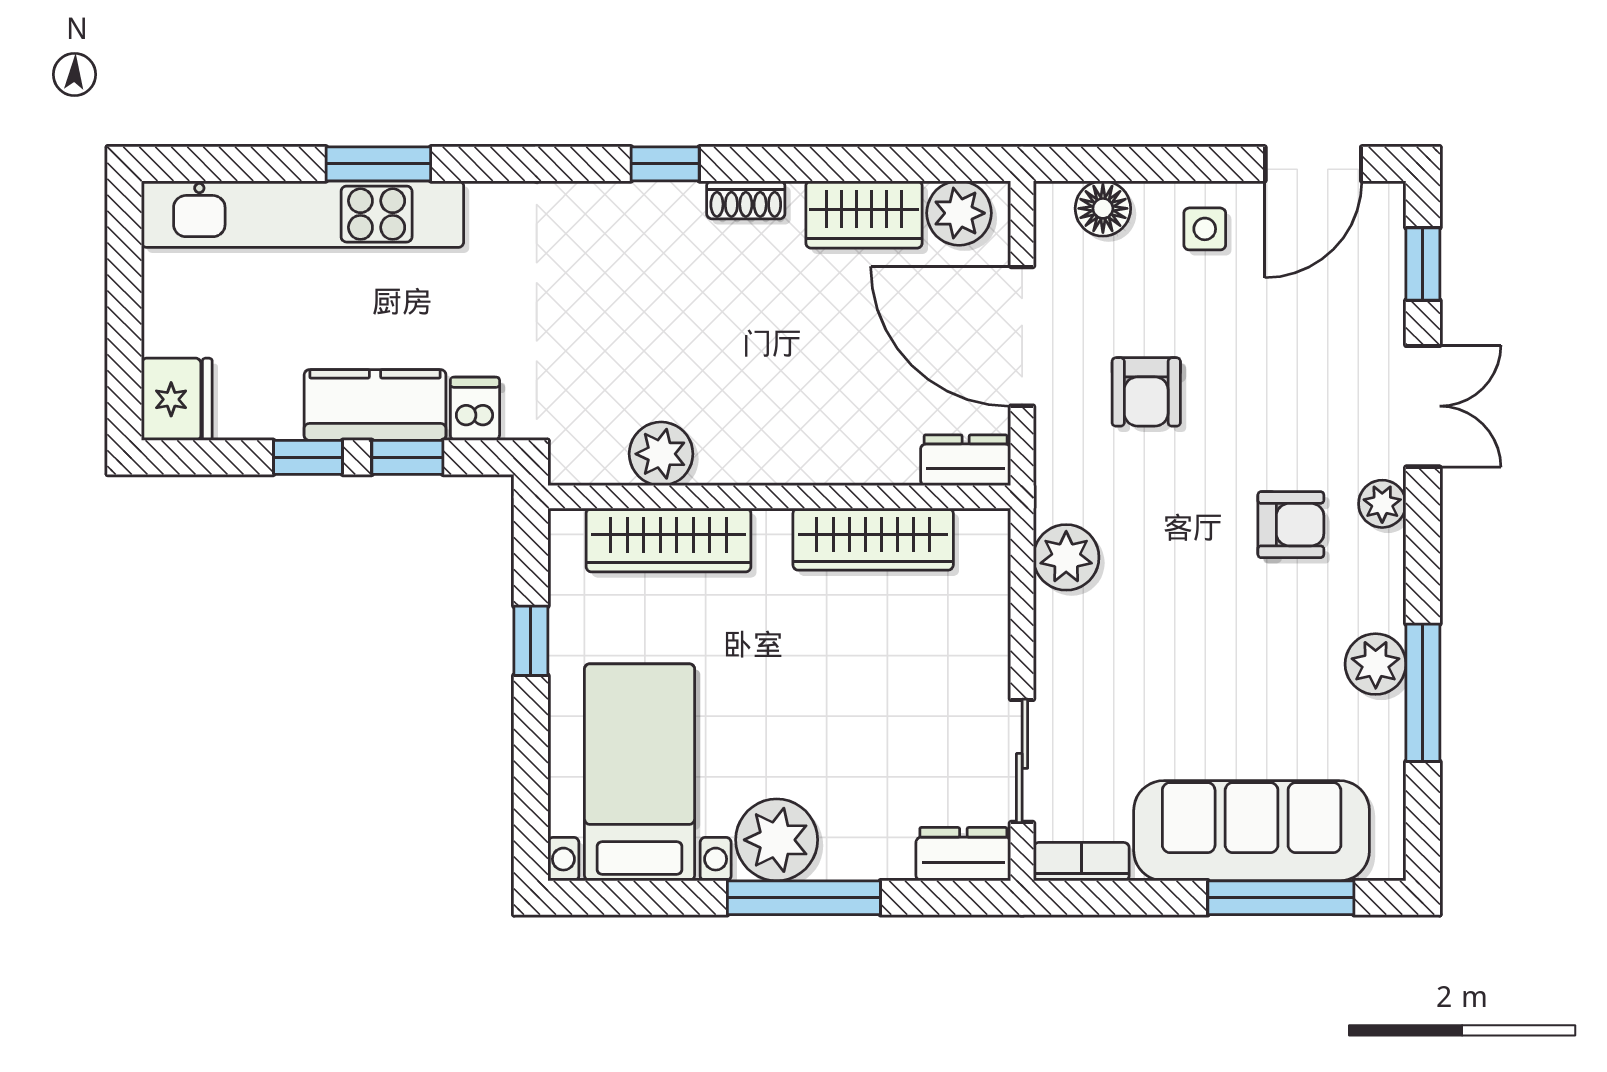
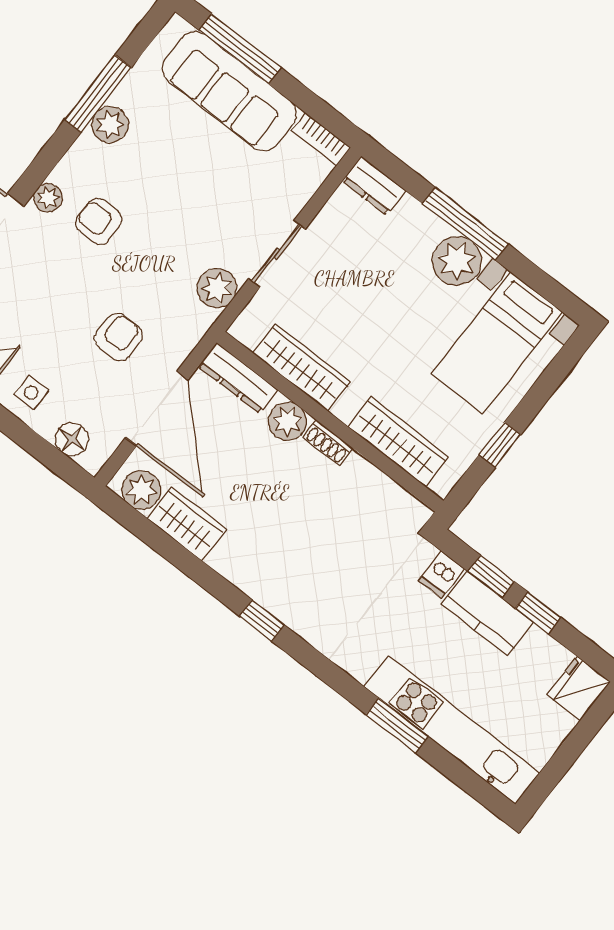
shoe rack: (746, 200) -> (328, 443), moved, turned 180
plant: (661, 454) -> (287, 421), moved
dresser: (966, 460) -> (238, 378), width x1.44
sliding door: (1022, 761) -> (277, 254), moved

